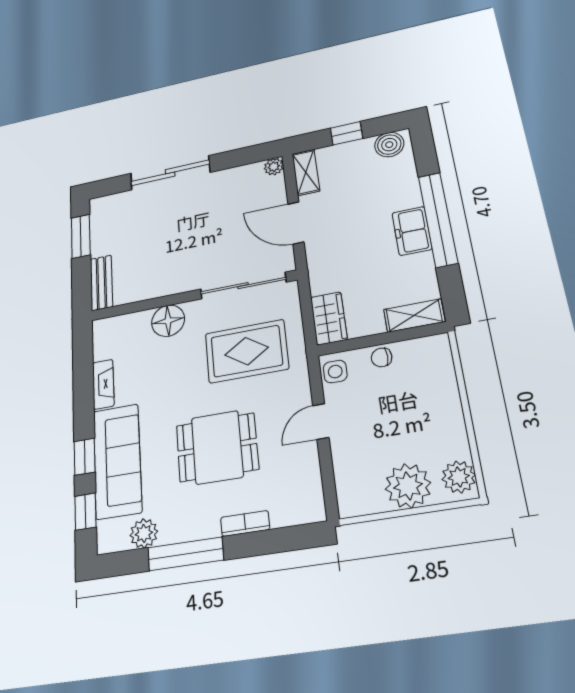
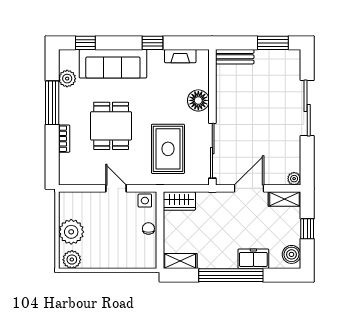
freezer: (412, 231) -> (253, 259), moved
shelving: (414, 316) -> (180, 261), moved, turned 90
fireplace: (103, 384) -> (180, 56), moved
window: (85, 457) -> (153, 43), moved

